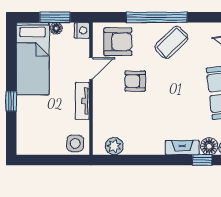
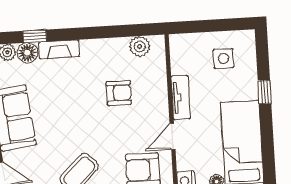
armchair: (135, 81) -> (119, 93), moved
side table: (75, 143) -> (223, 58), moved

